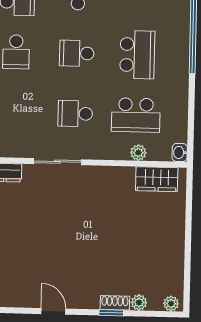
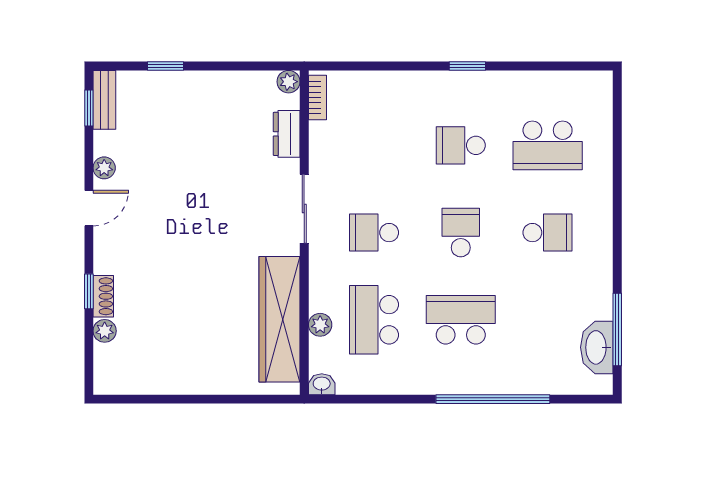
school desk: (137, 55) -> (461, 320), turned 180
school desk: (75, 114) -> (374, 233), turned -90
wardrobe: (157, 179) -> (280, 319), width x2.10, depth x1.17
plant: (171, 304) -> (104, 168), moved

